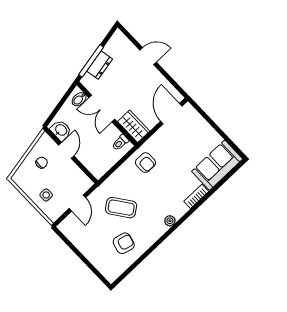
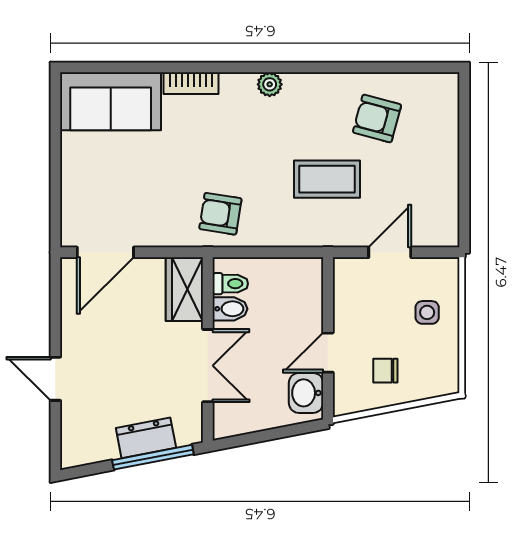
bidet: (79, 99) -> (230, 309), moved
armchair: (145, 163) -> (220, 214), turned -81
coffee table: (121, 208) -> (327, 179), turned -54

